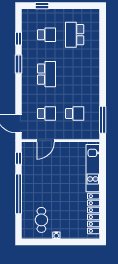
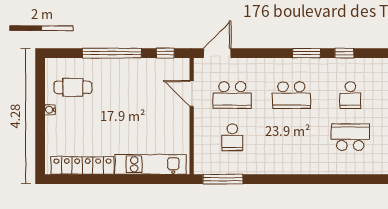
school desk: (47, 114) -> (232, 95), width x1.85

